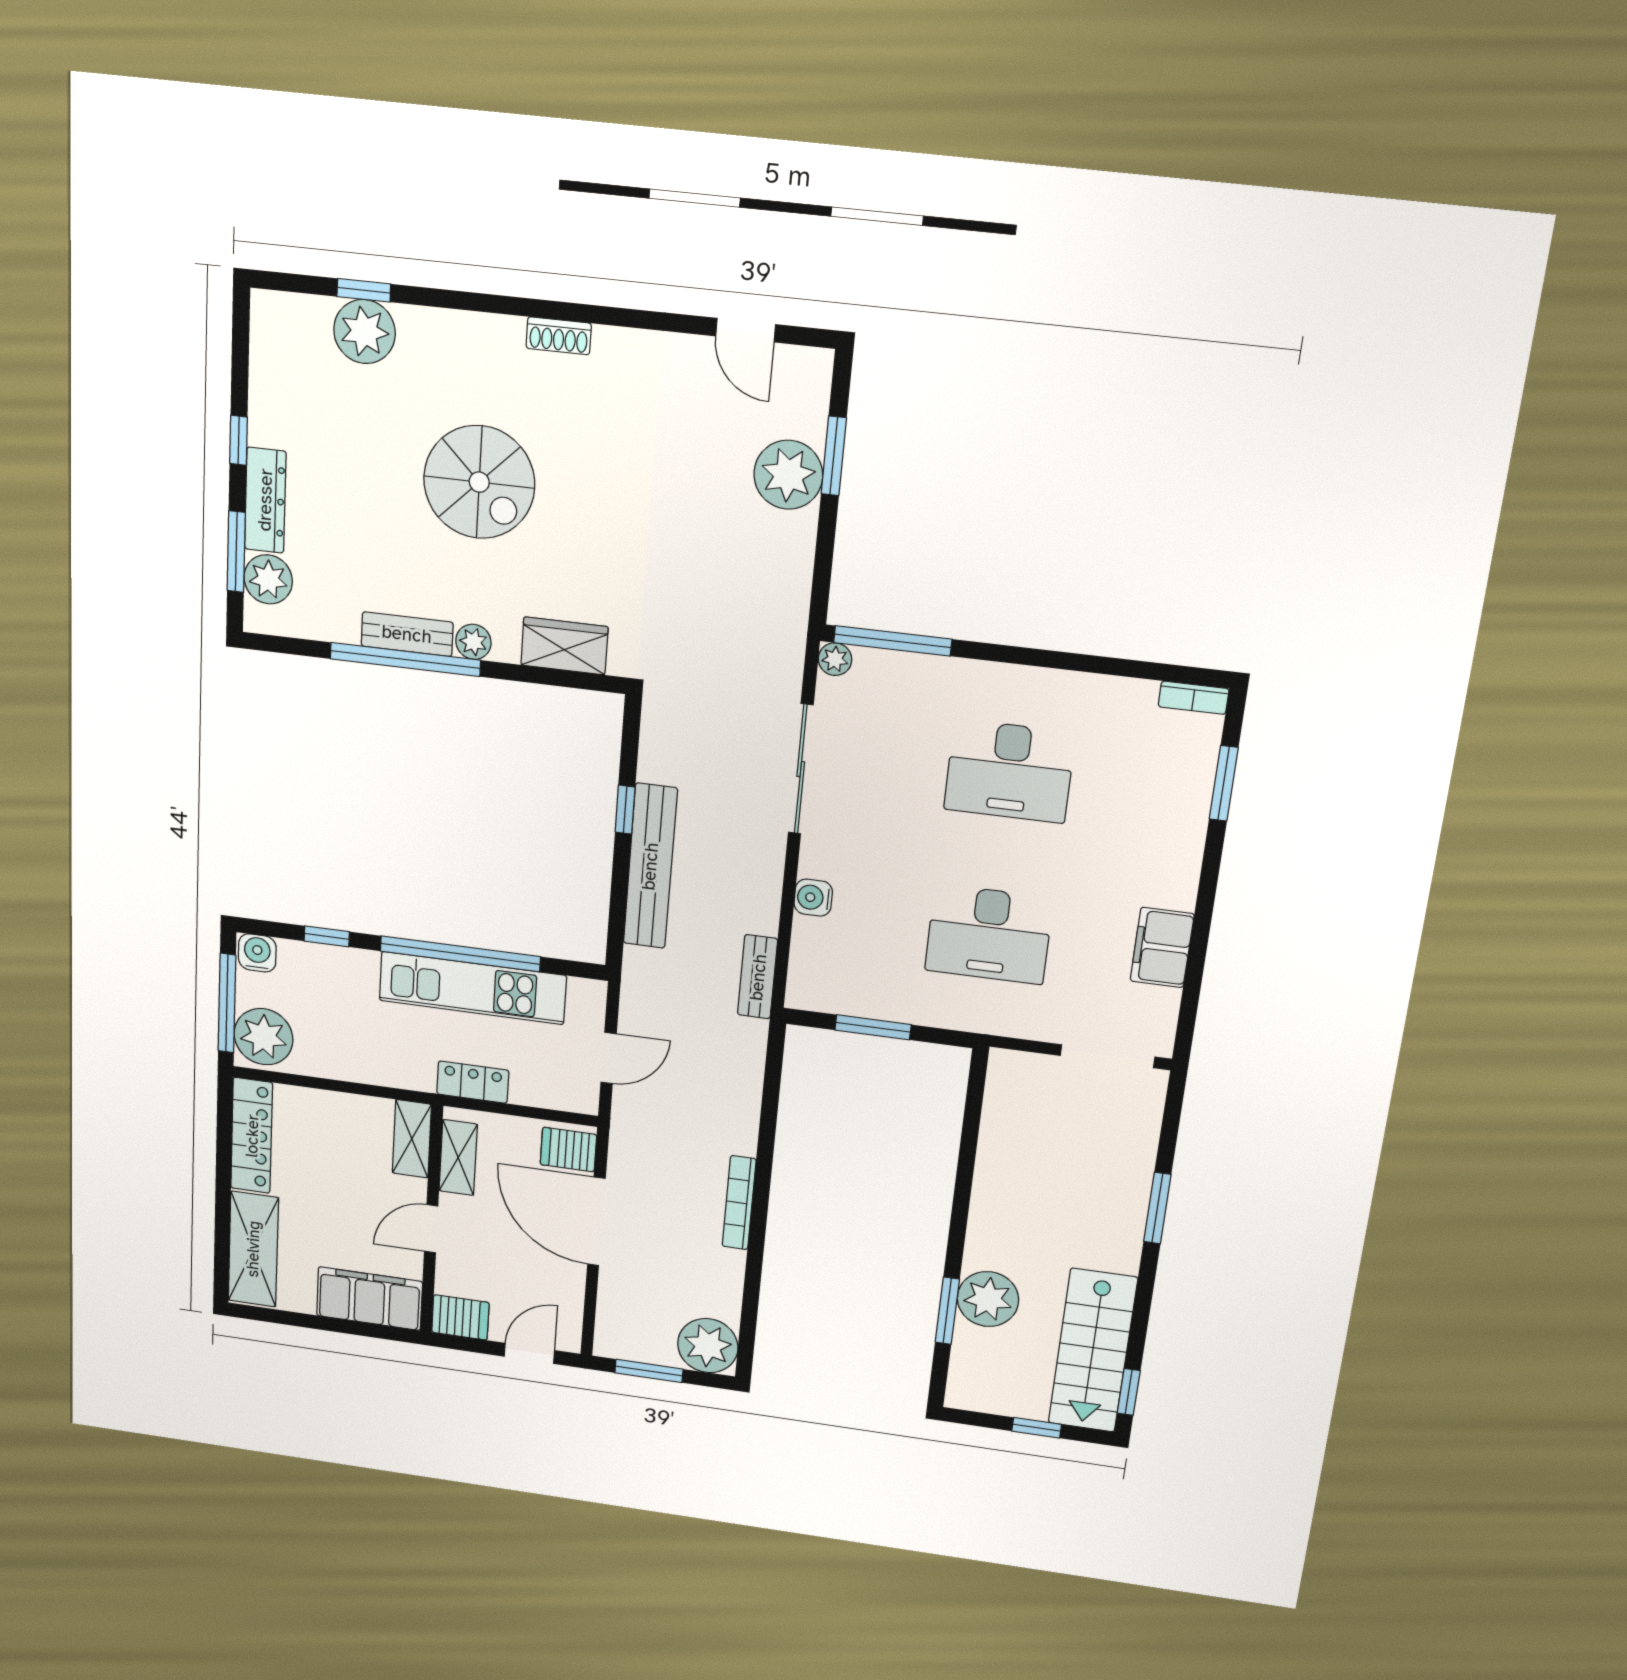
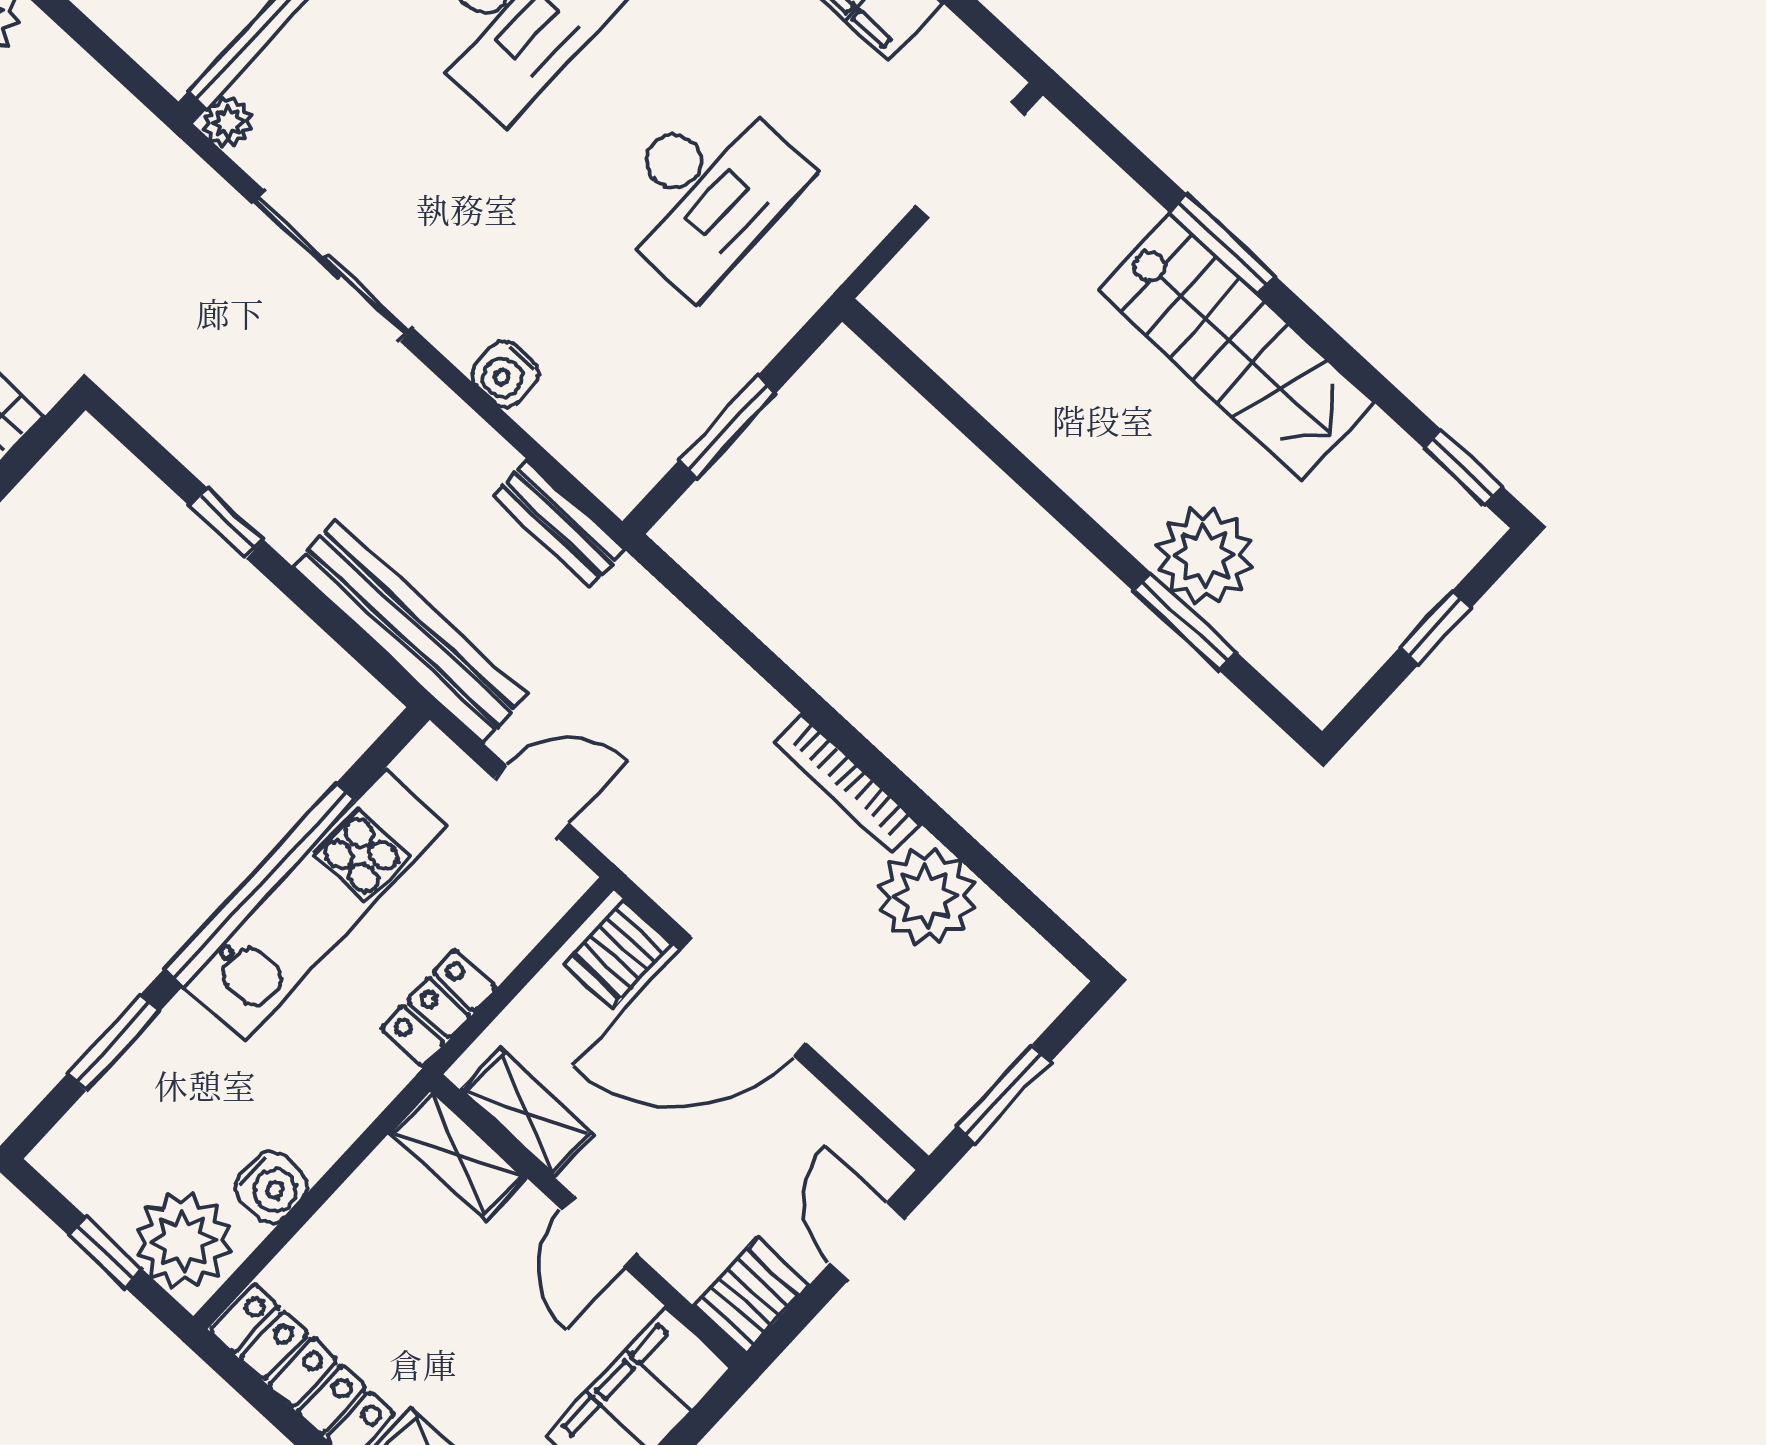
bench: (650, 866) -> (410, 631), moved
window: (327, 936) -> (113, 1042), width x1.50
water cooler: (257, 953) -> (271, 1187), moved, turned 180
window: (227, 1003) -> (105, 1252), width x0.46
door: (609, 1058) -> (531, 801), hinge flipped
plant: (708, 1346) -> (926, 897), moved
stairs: (1093, 1351) -> (1236, 347), moved

